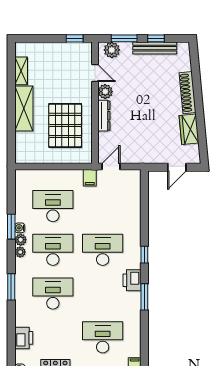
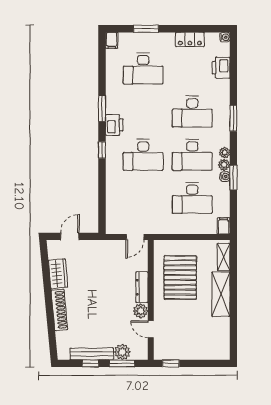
plant: (112, 50) -> (122, 352), moved
shelving: (21, 71) -> (224, 257), moved
filing cabinet: (90, 178) -> (224, 226), moved

